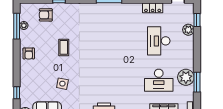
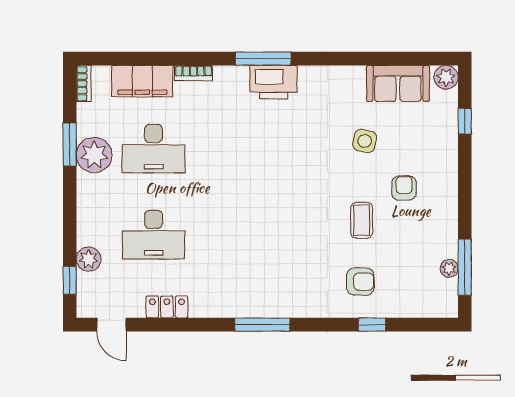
armchair: (46, 15) -> (360, 282), moved
desk: (159, 41) -> (154, 235), turned 90
armchair: (29, 53) -> (404, 188), moved
desk: (159, 80) -> (154, 149), turned 180

